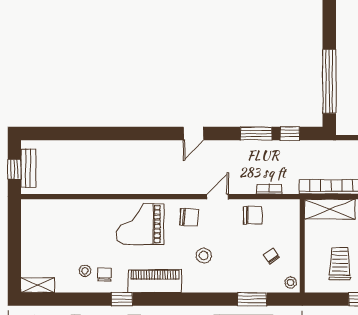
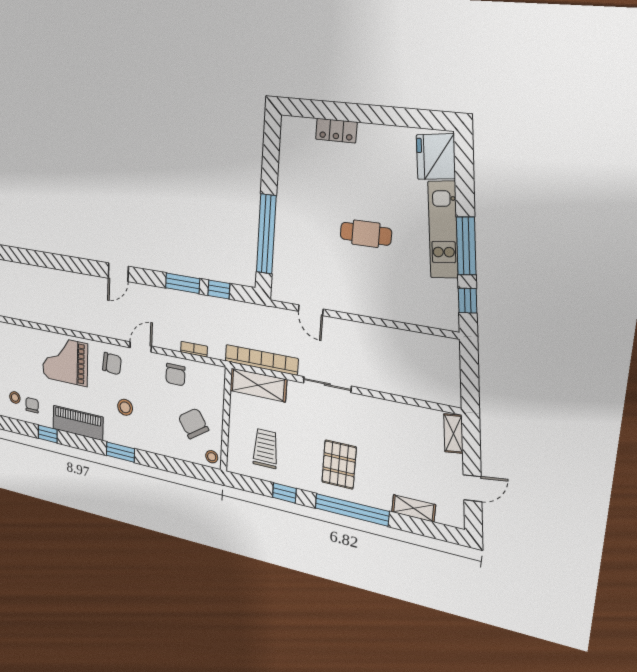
chair: (253, 215) -> (175, 375), turned 90
chair: (272, 256) -> (193, 423), width x1.87, depth x1.87
window: (252, 299) -> (120, 452), moved

